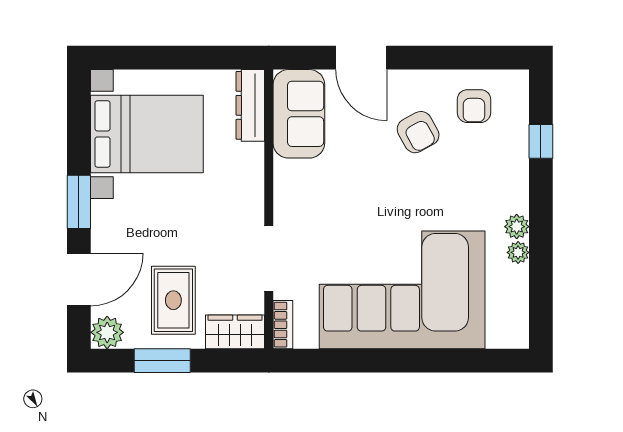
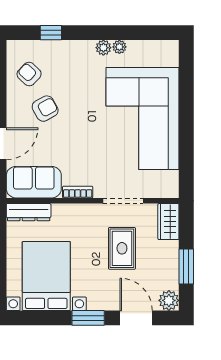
armchair: (474, 106) -> (29, 74), turned -137
rug: (173, 300) -> (122, 248), moved, turned 90
bookcase: (283, 325) -> (78, 192), moved

